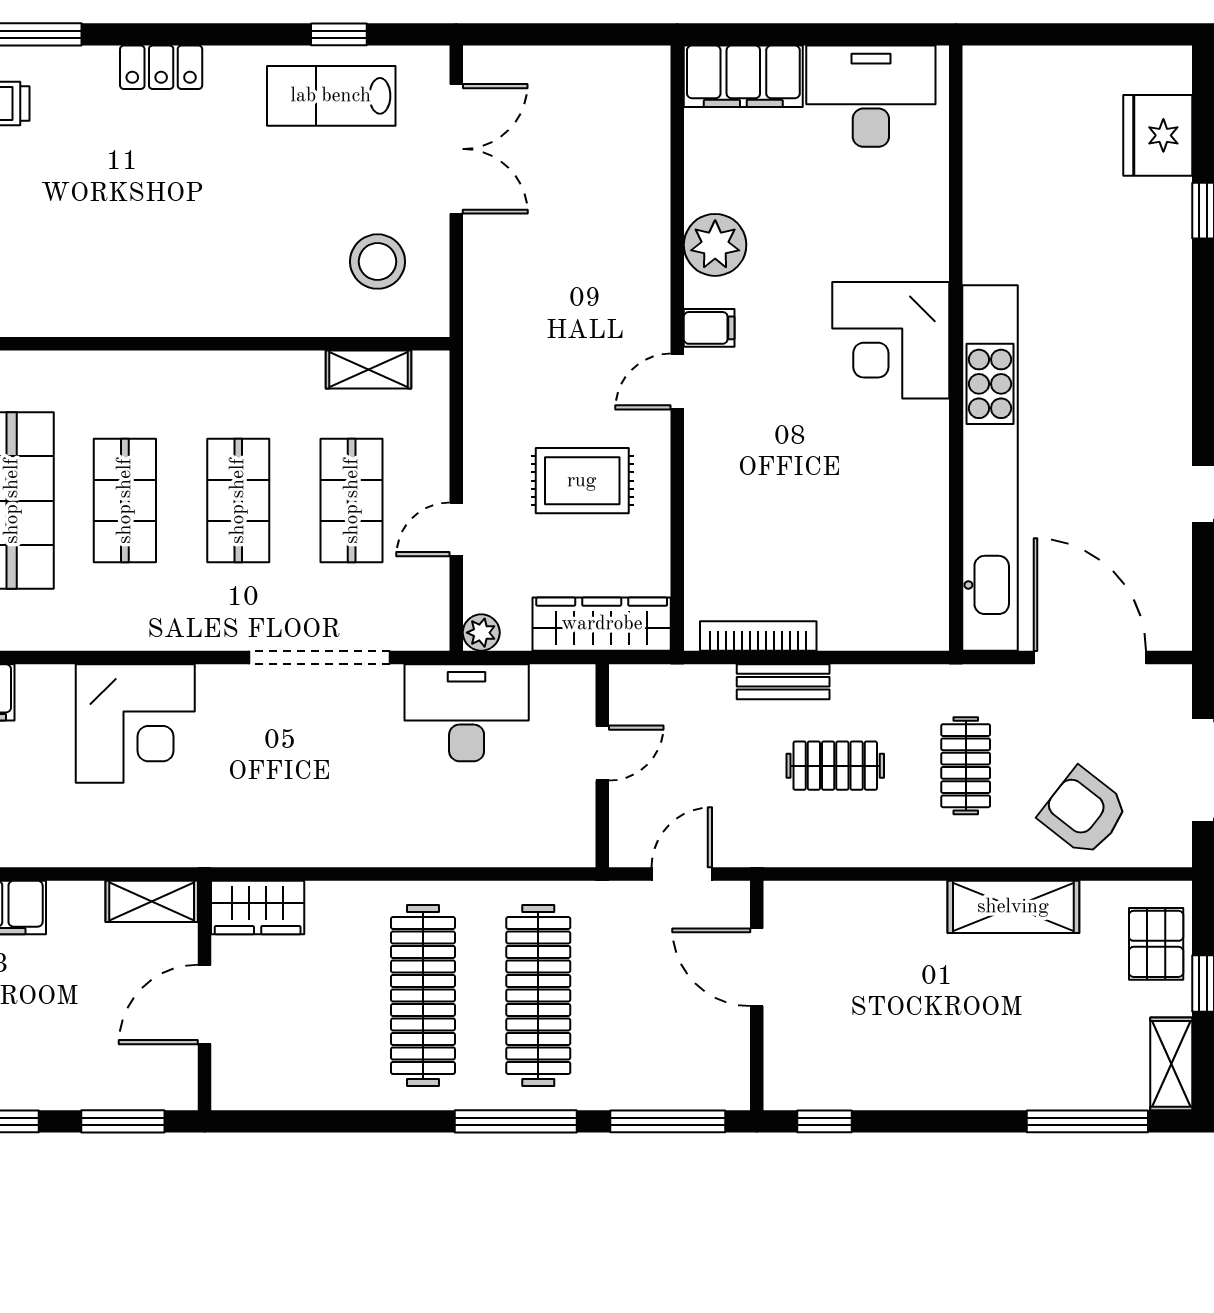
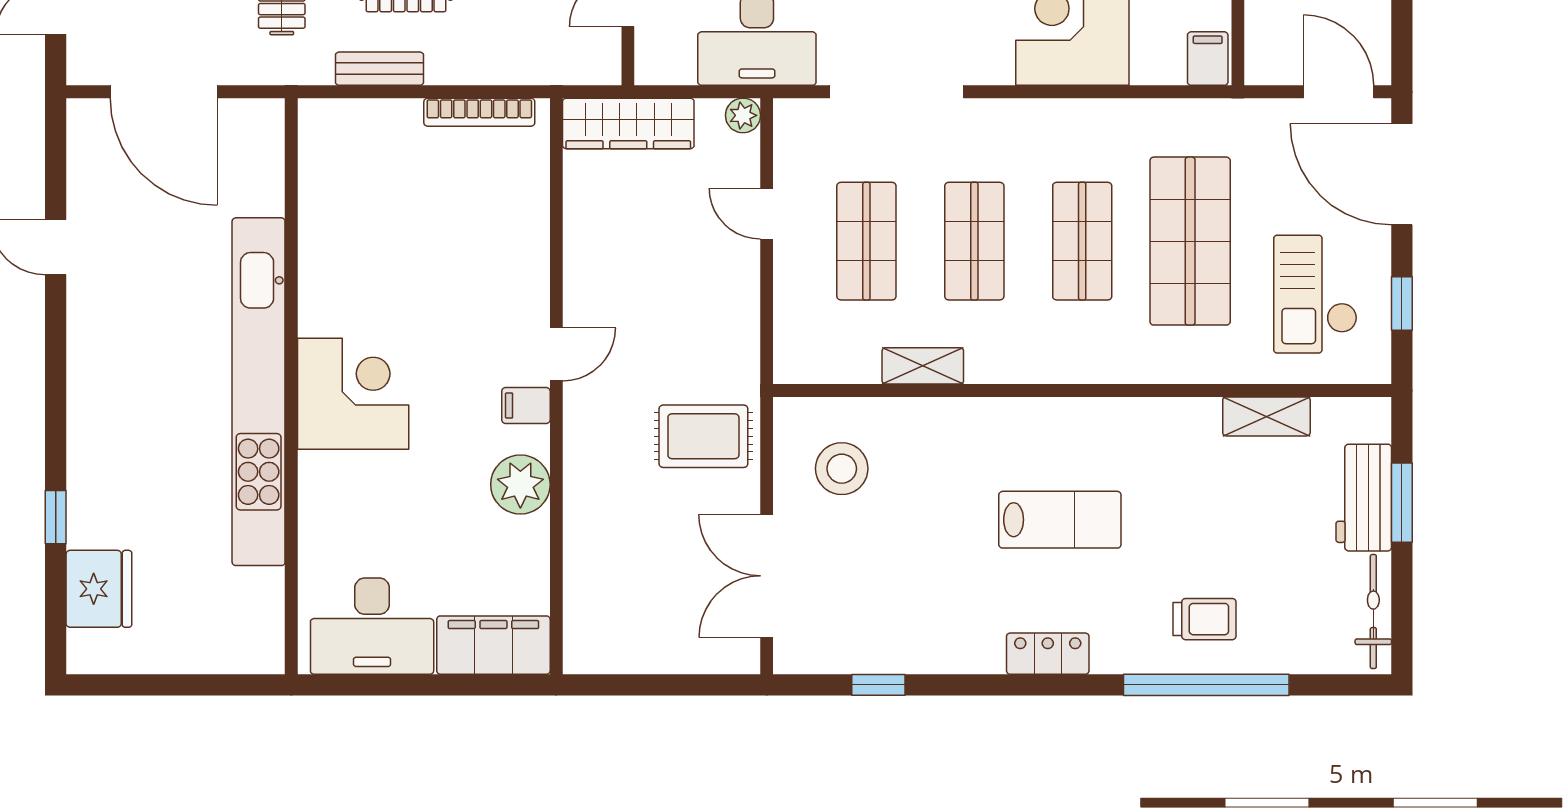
lab bench: (331, 96) -> (1060, 520), moved
shelving: (369, 370) -> (923, 366), moved
kitchen unit: (990, 468) -> (259, 392), moved
rug: (582, 481) -> (703, 436), moved
door: (456, 529) -> (767, 214), swing flipped
bench: (783, 682) -> (380, 69), moved

